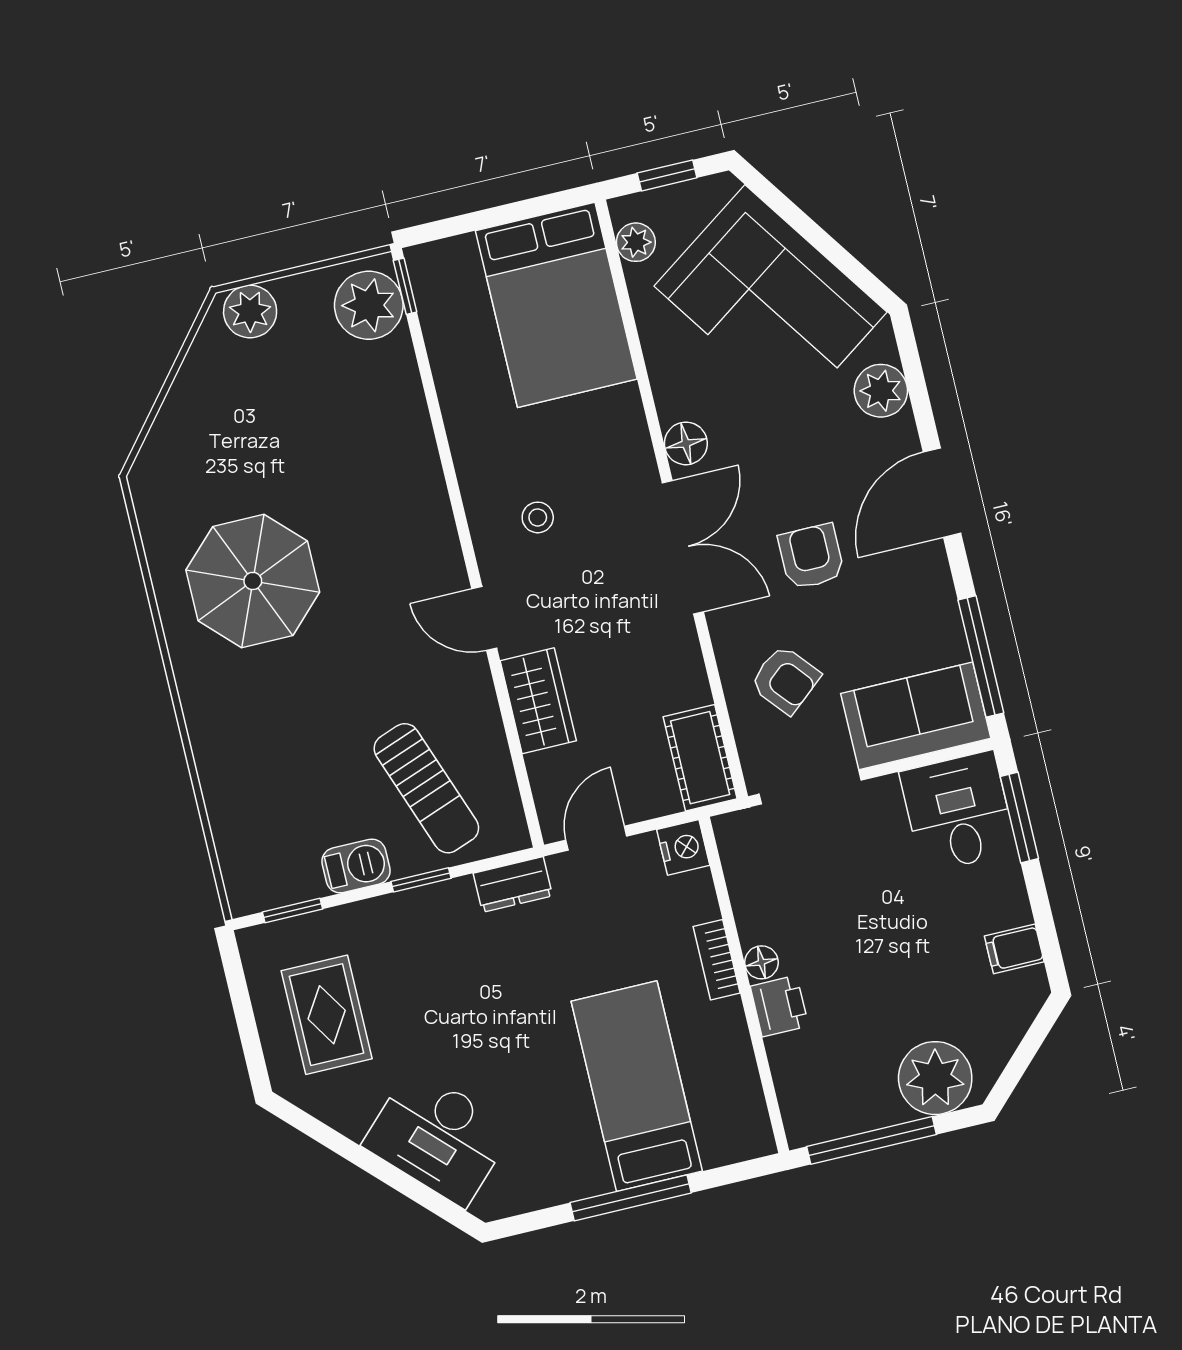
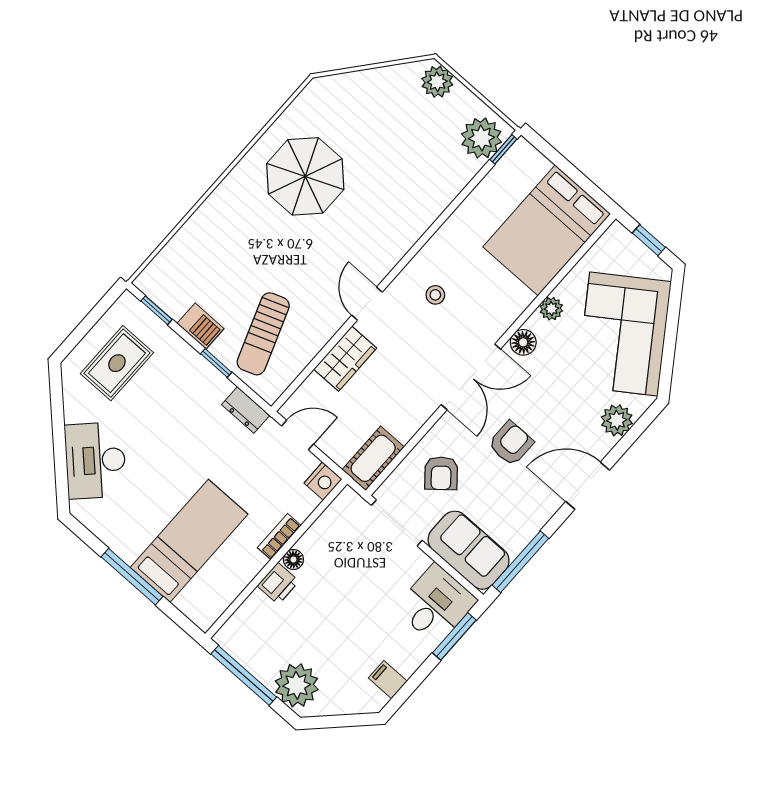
plant: (636, 242) -> (551, 309), moved

